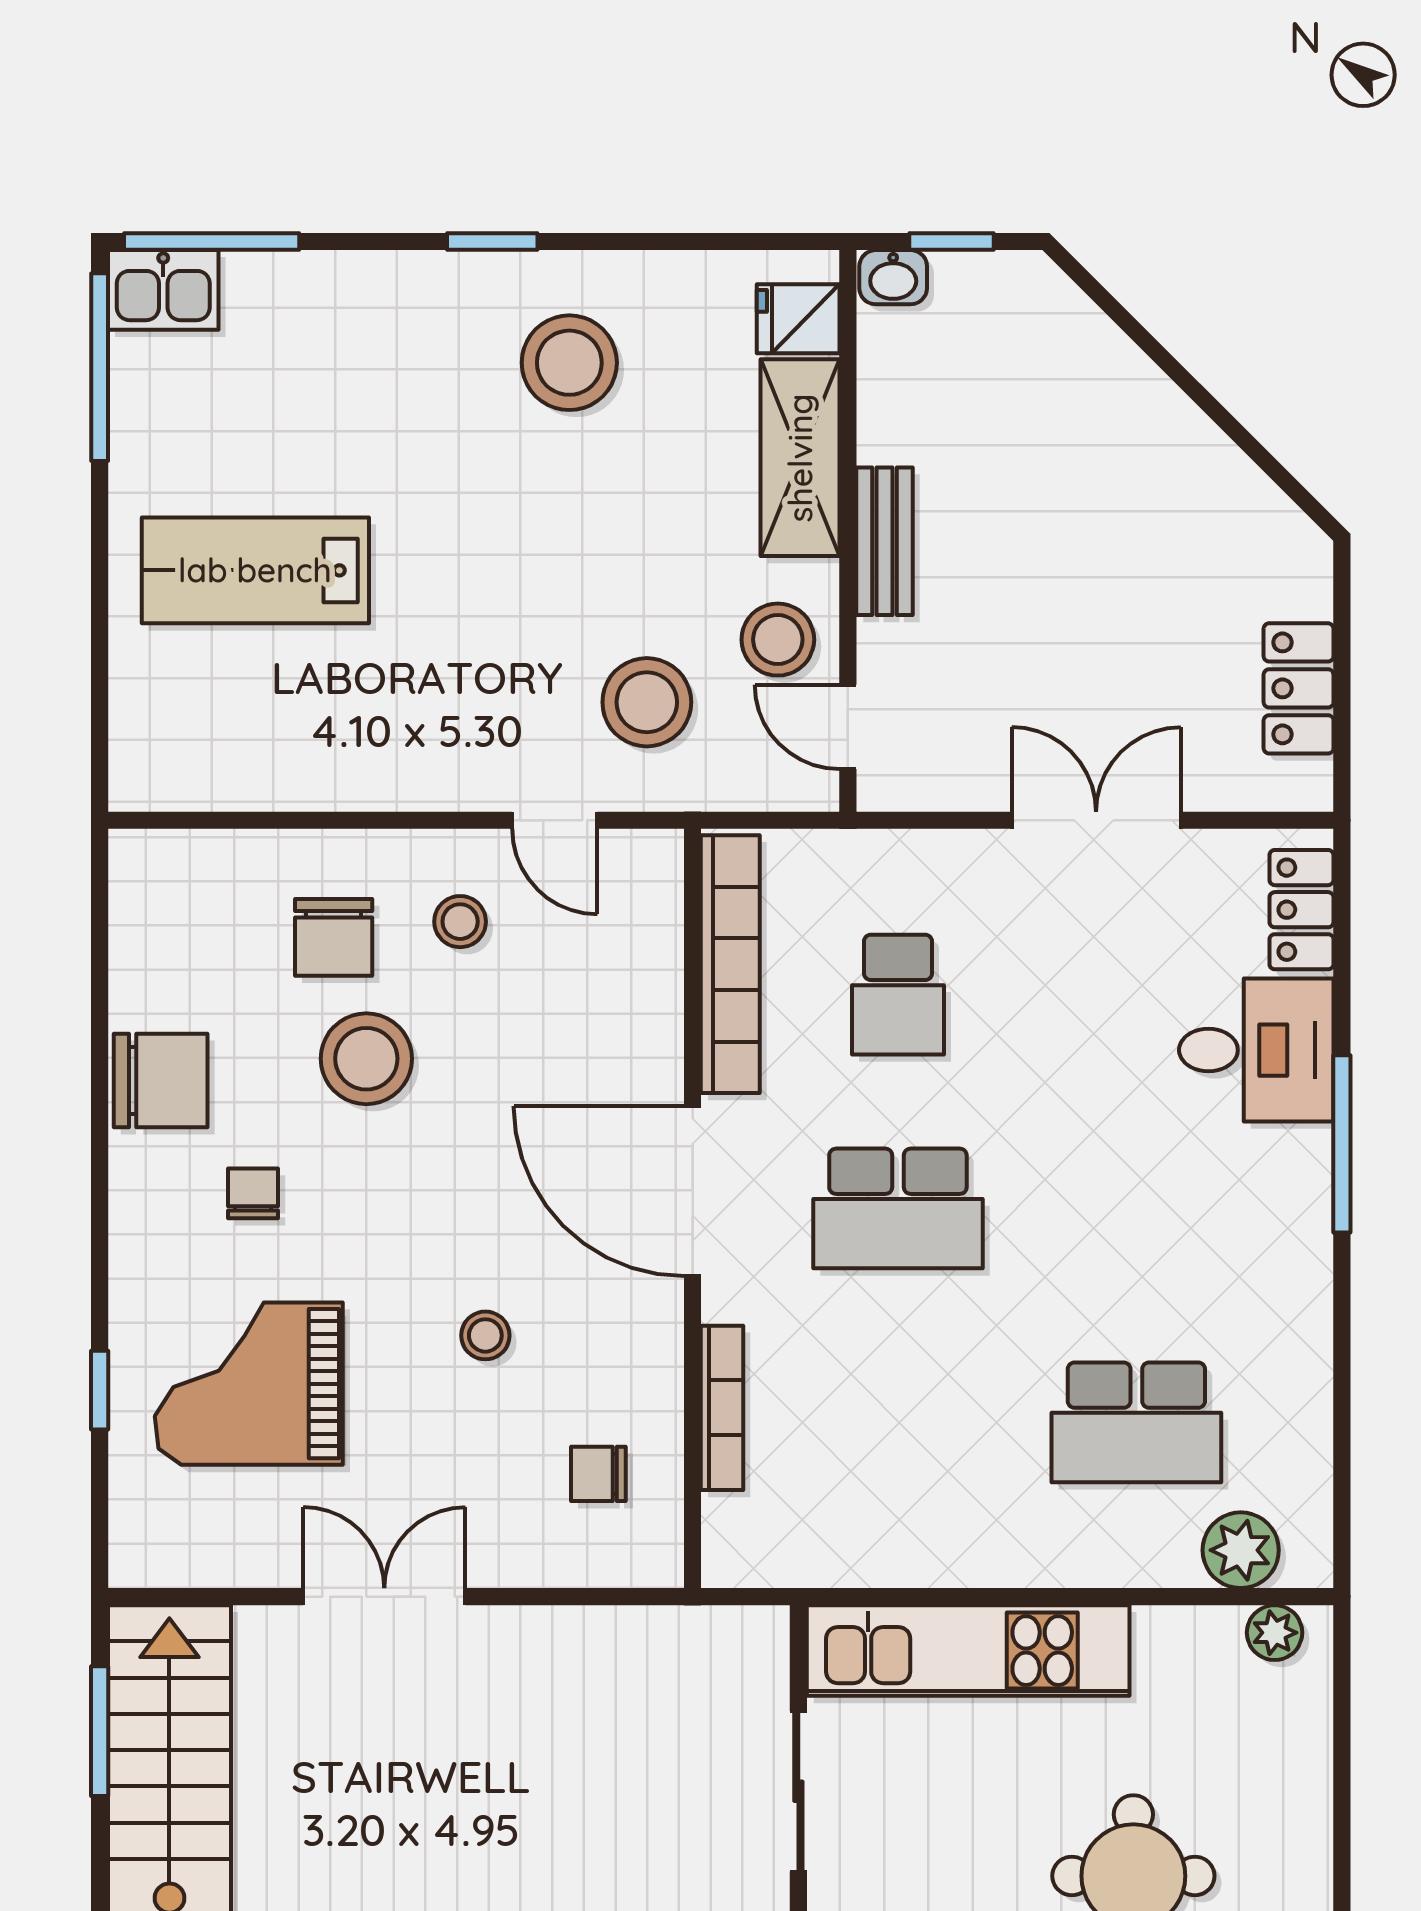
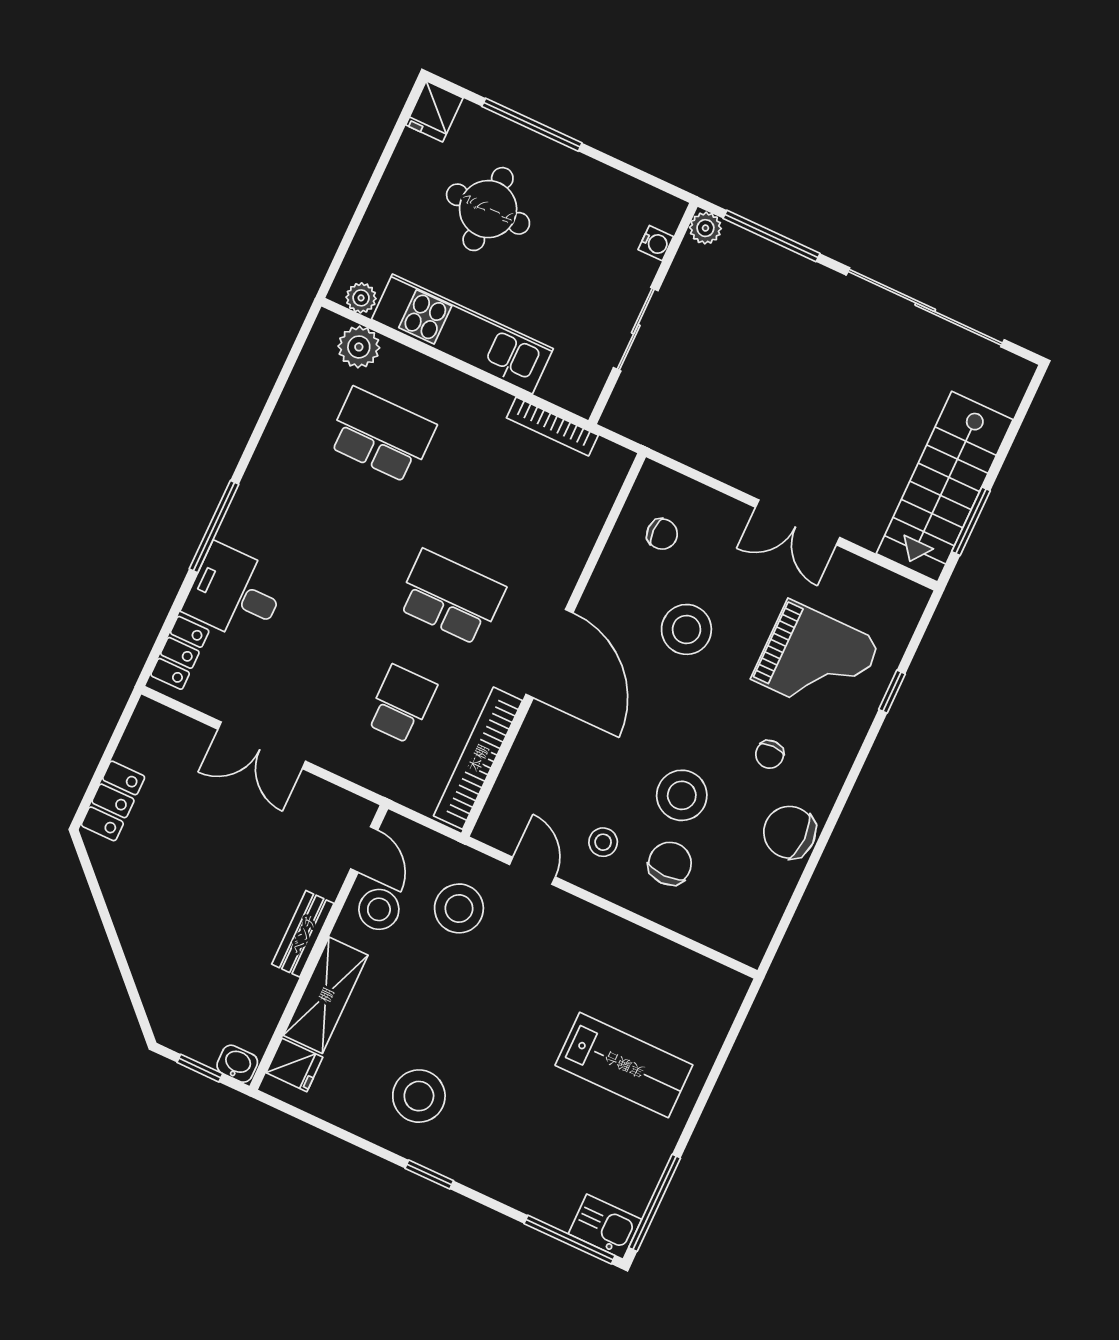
locker: (1299, 688) -> (113, 801), moved
stool: (485, 1335) -> (686, 629), width x1.89, depth x1.89
bookcase: (722, 1408) -> (552, 426), moved, turned -90
kitchen unit: (968, 1651) -> (462, 334), moved

